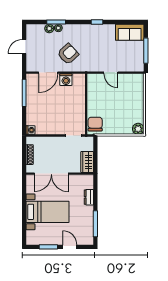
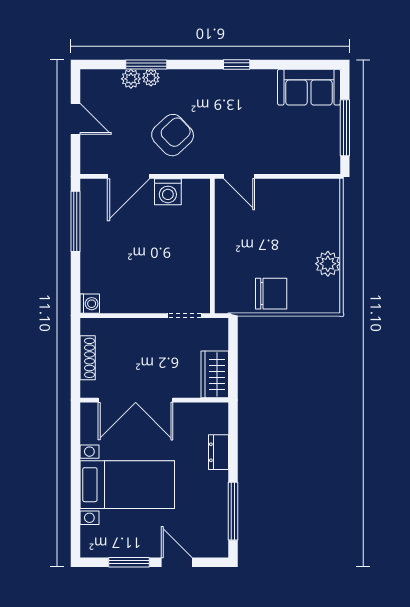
door: (24, 47) -> (75, 119), swing flipped
door: (111, 73) -> (239, 176), moved
chair: (95, 124) -> (271, 294), moved, turned 90
plant: (138, 129) -> (328, 264), moved

